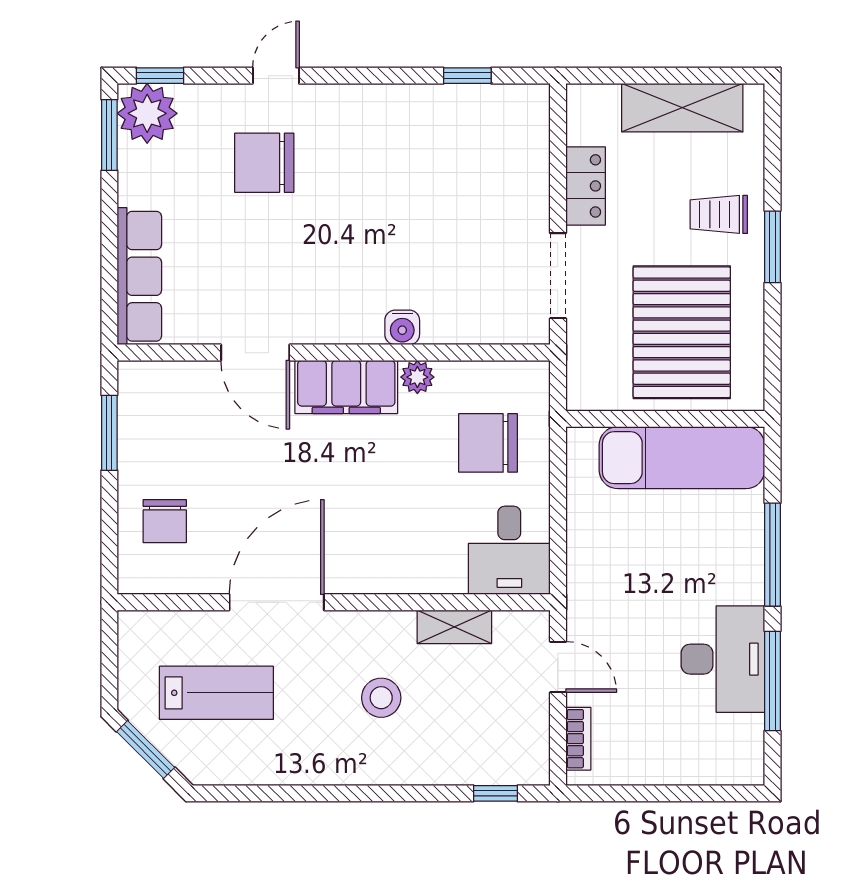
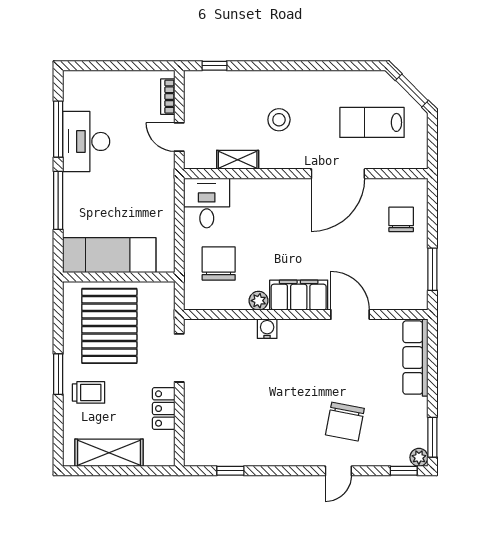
plant: (147, 113) -> (419, 457), width x0.53, depth x0.53
chair: (264, 163) -> (345, 422), turned 101
chair: (488, 443) -> (219, 263), turned -90

